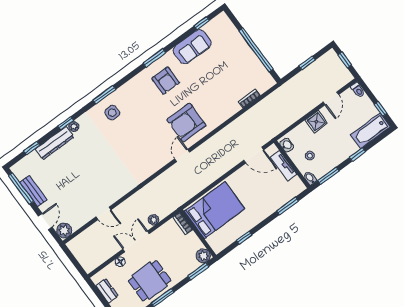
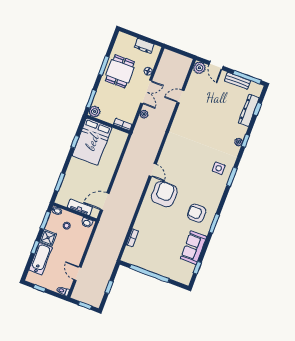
shower: (316, 122) -> (48, 238), moved
bathtub: (371, 131) -> (40, 259), moved
dresser: (55, 143) -> (249, 110), moved
bed: (215, 210) -> (92, 142), moved

